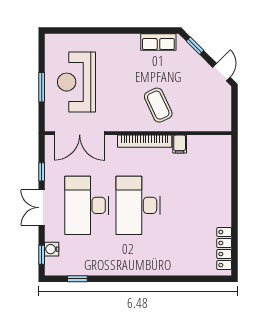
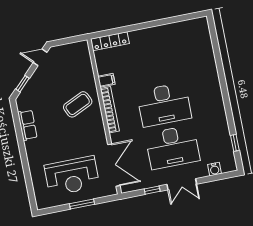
row of seats: (158, 42) -> (27, 125), moved
locker: (224, 249) -> (110, 41), moved
window: (42, 255) -> (221, 176), removed

